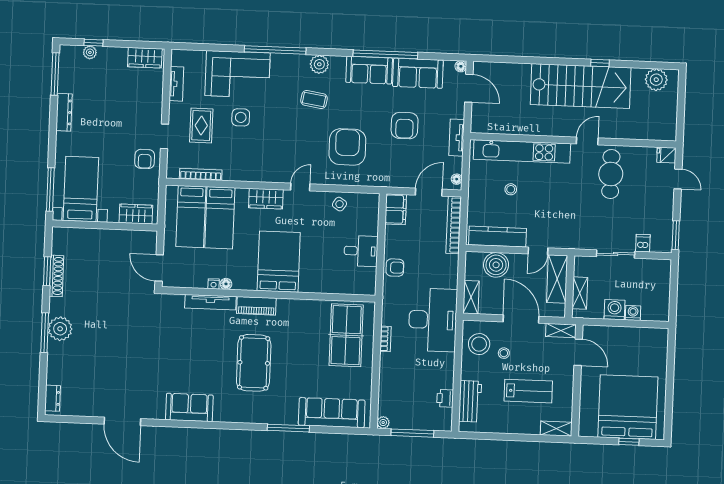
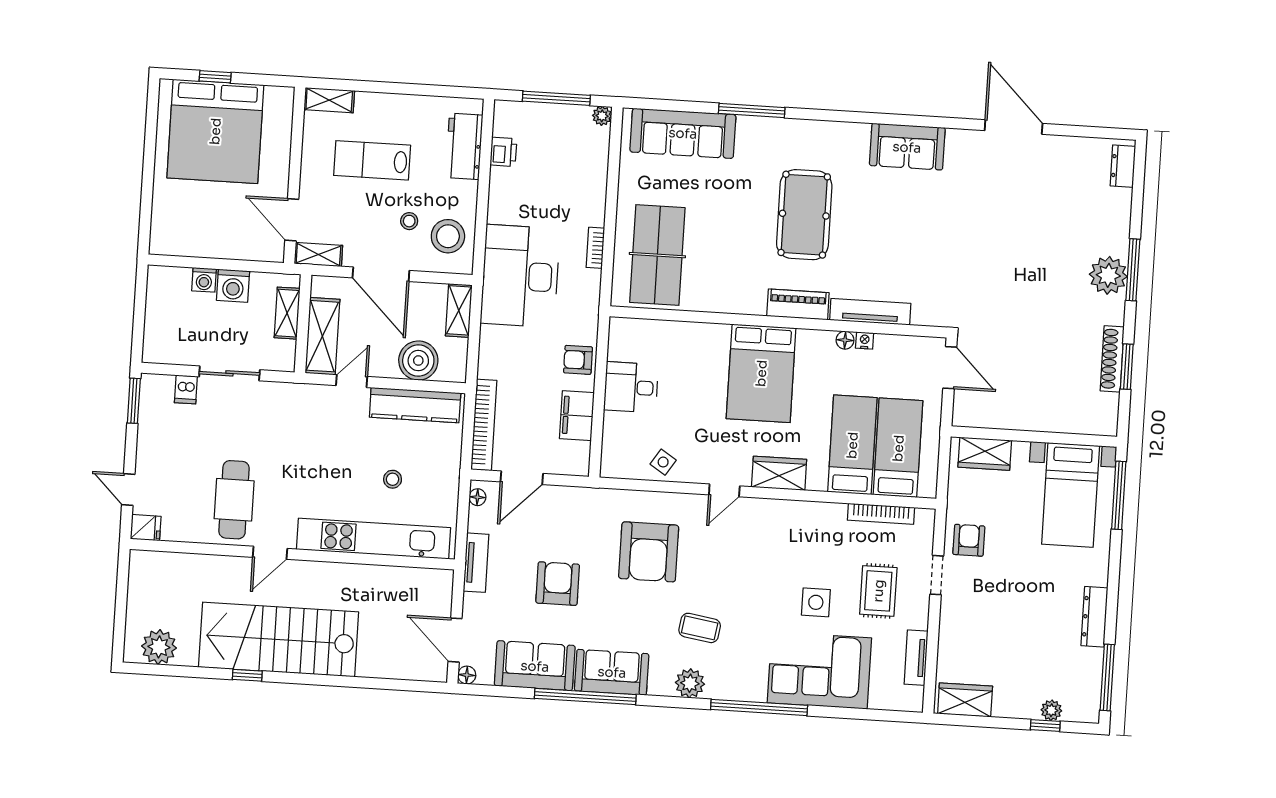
filing cabinet: (396, 209) -> (577, 416), moved

